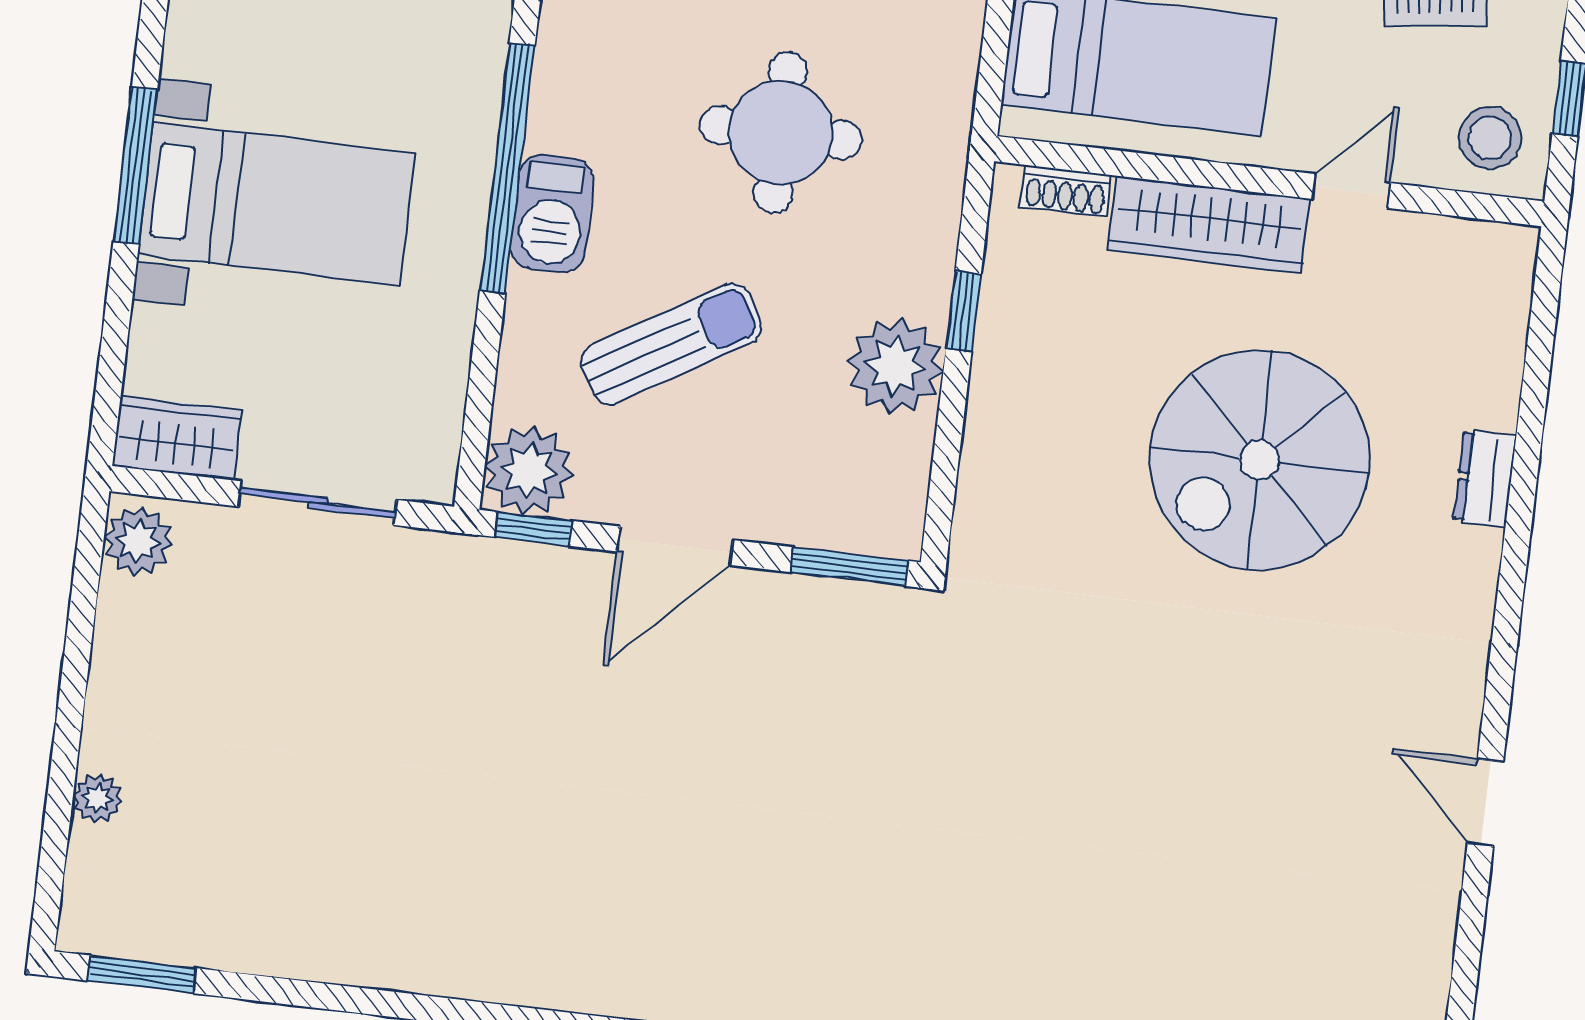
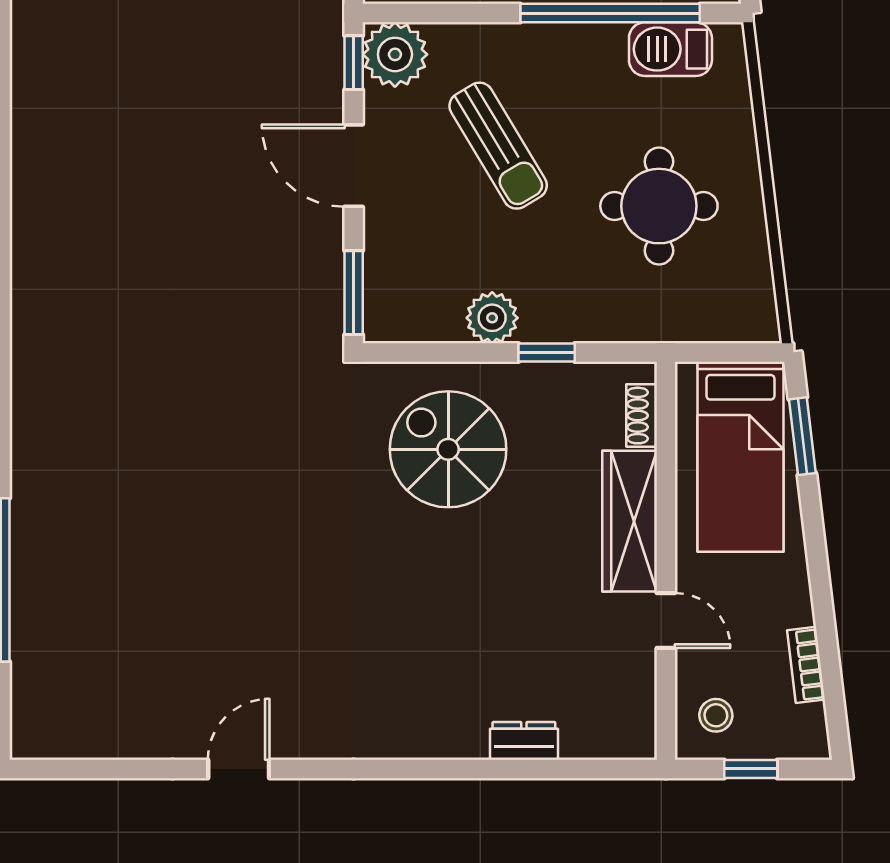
stool: (1490, 138) -> (716, 715), width x0.73, depth x0.73
barbecue: (552, 214) -> (670, 49), moved
plant: (896, 366) -> (492, 318), width x0.73, depth x0.73
spiral stairs: (1259, 460) -> (448, 449), moved, width x0.73, depth x0.73
dresser: (1485, 479) -> (524, 741), moved

